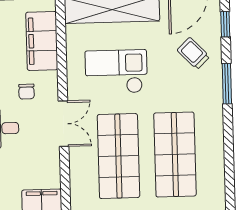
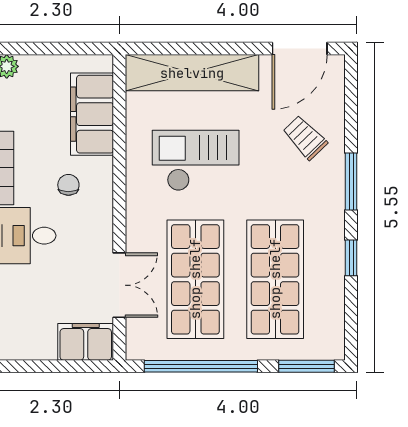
window: (225, 24) -> (351, 258), moved
chair: (26, 92) -> (68, 185), turned 180
double door: (64, 124) -> (119, 285), moved

